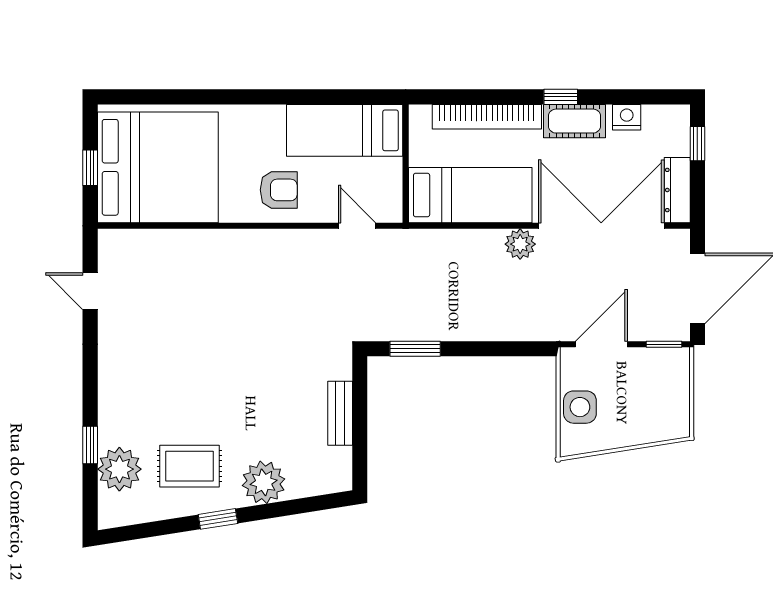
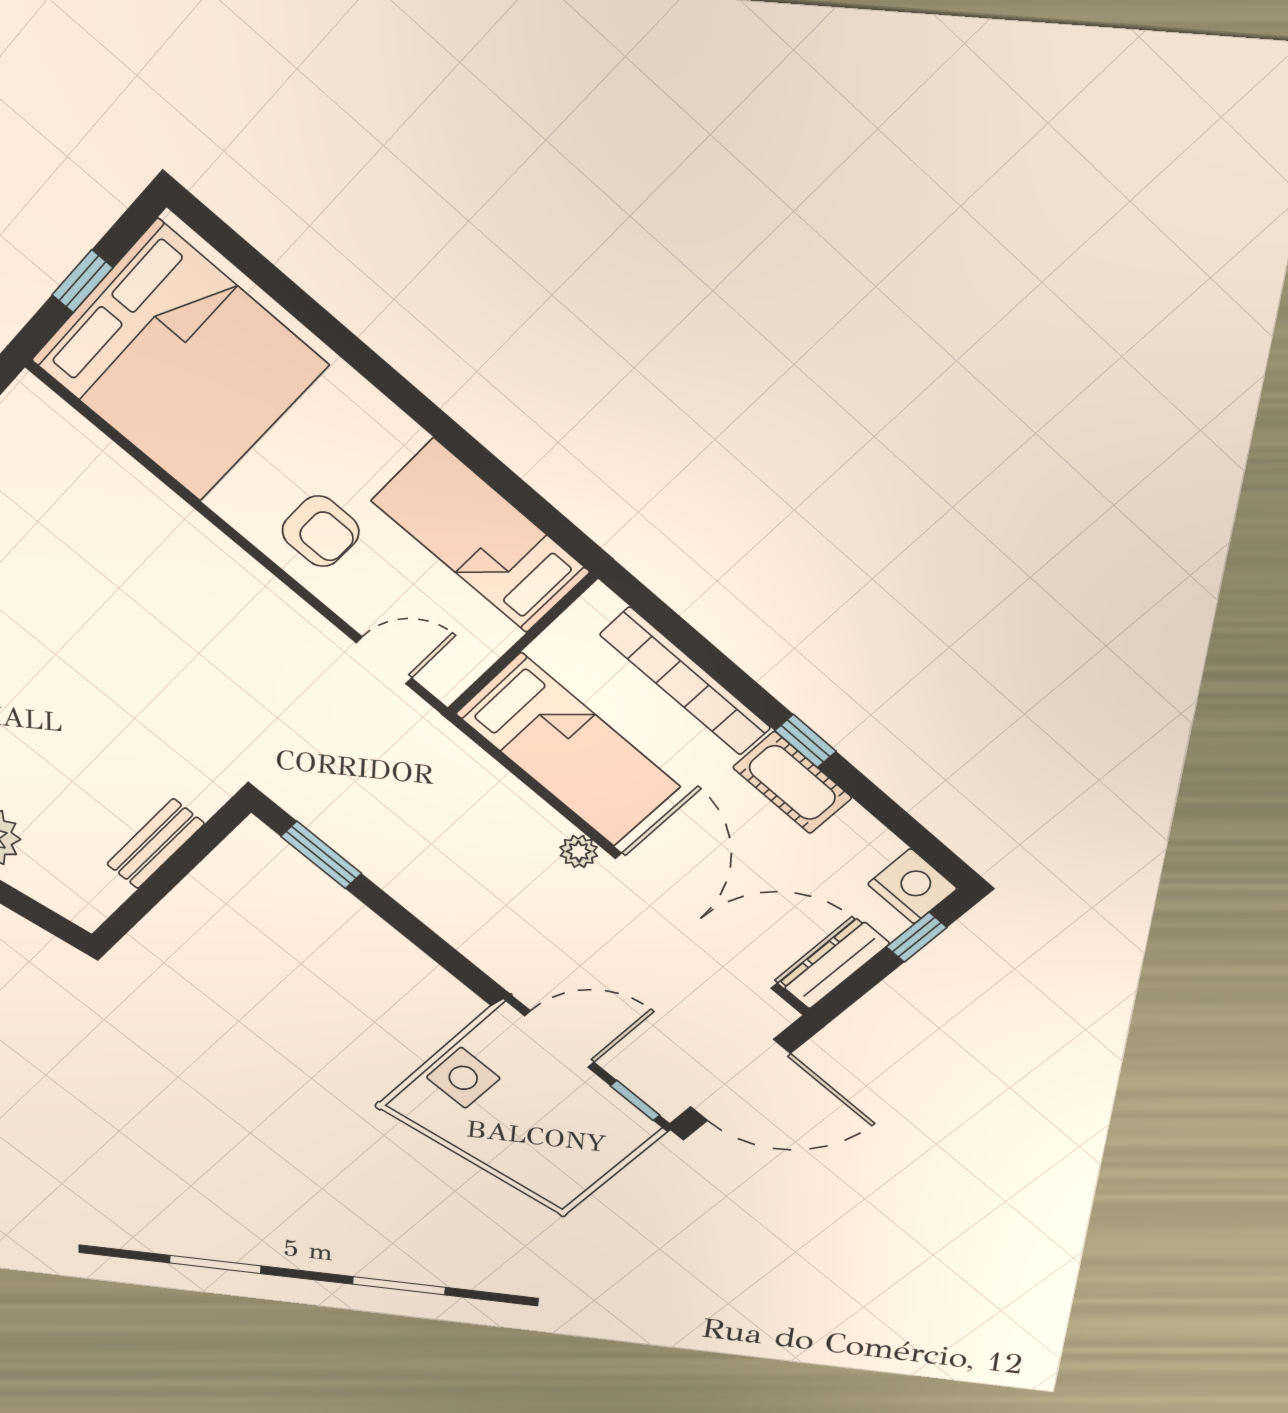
nightstand: (627, 117) -> (912, 886), moved, width x1.36, depth x1.33
door: (357, 226) -> (384, 660), hinge flipped
plant: (520, 244) -> (579, 851), width x0.73, depth x0.73

